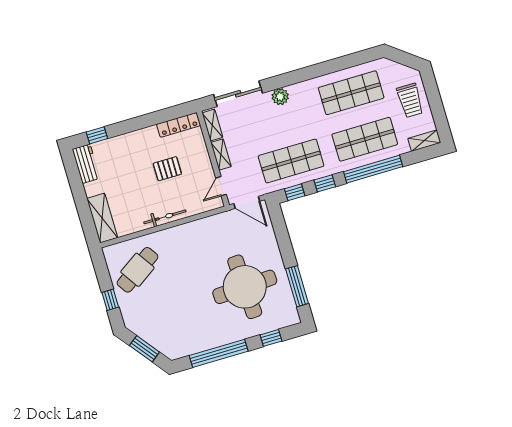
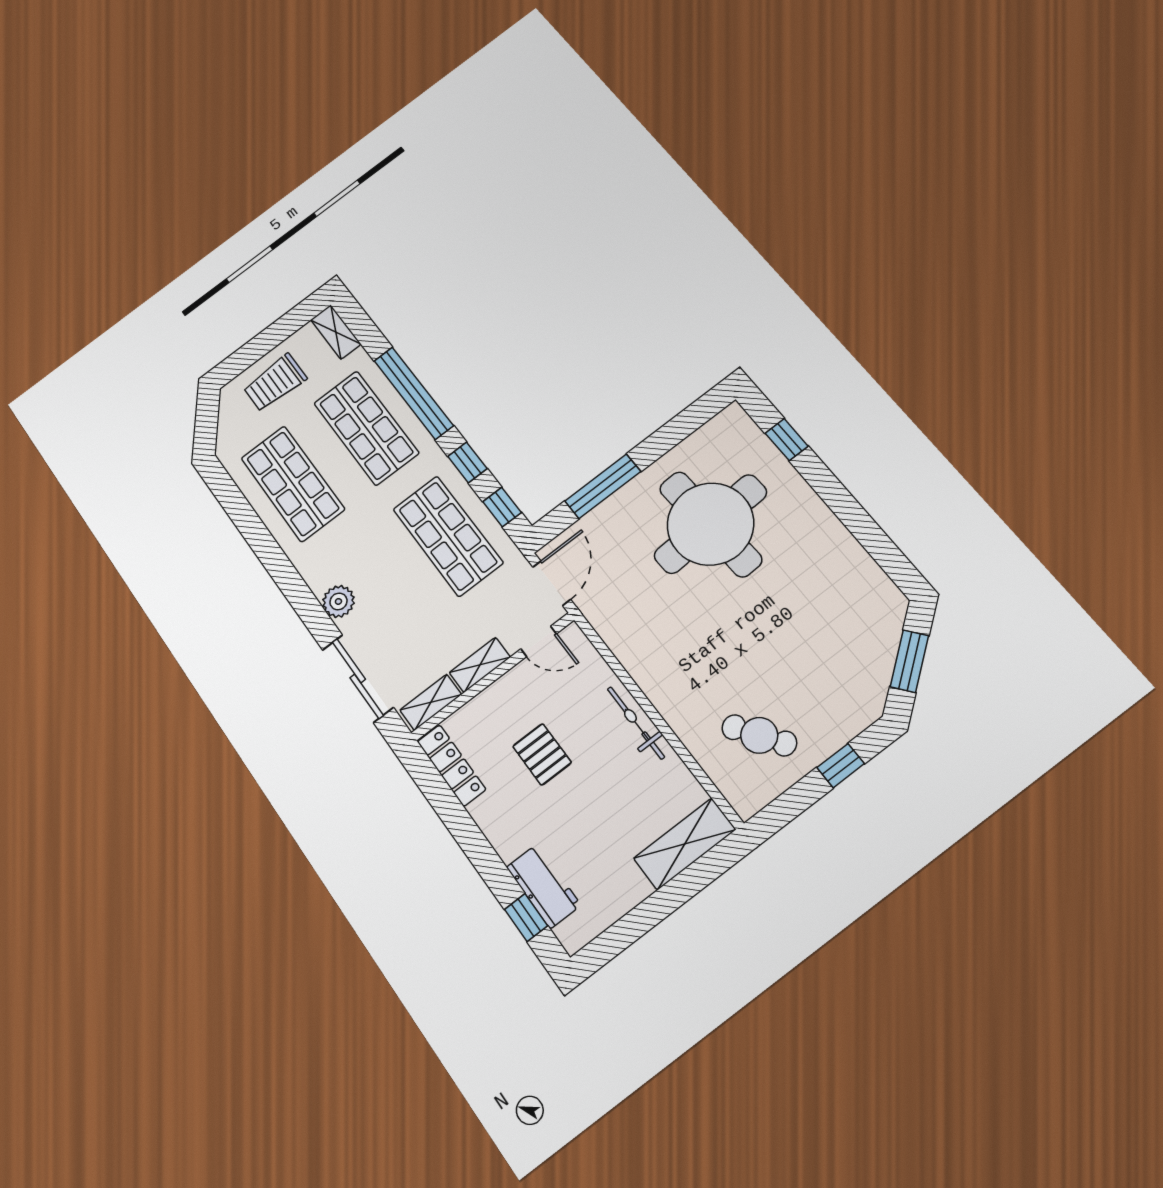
trolley: (410, 100) -> (275, 383), turned 180
workbench: (86, 164) -> (544, 886), moved, turned 90
cafe table: (137, 270) -> (759, 735), width x0.73, depth x0.74
window: (297, 286) -> (603, 486), moved
window: (219, 353) -> (857, 520), removed

